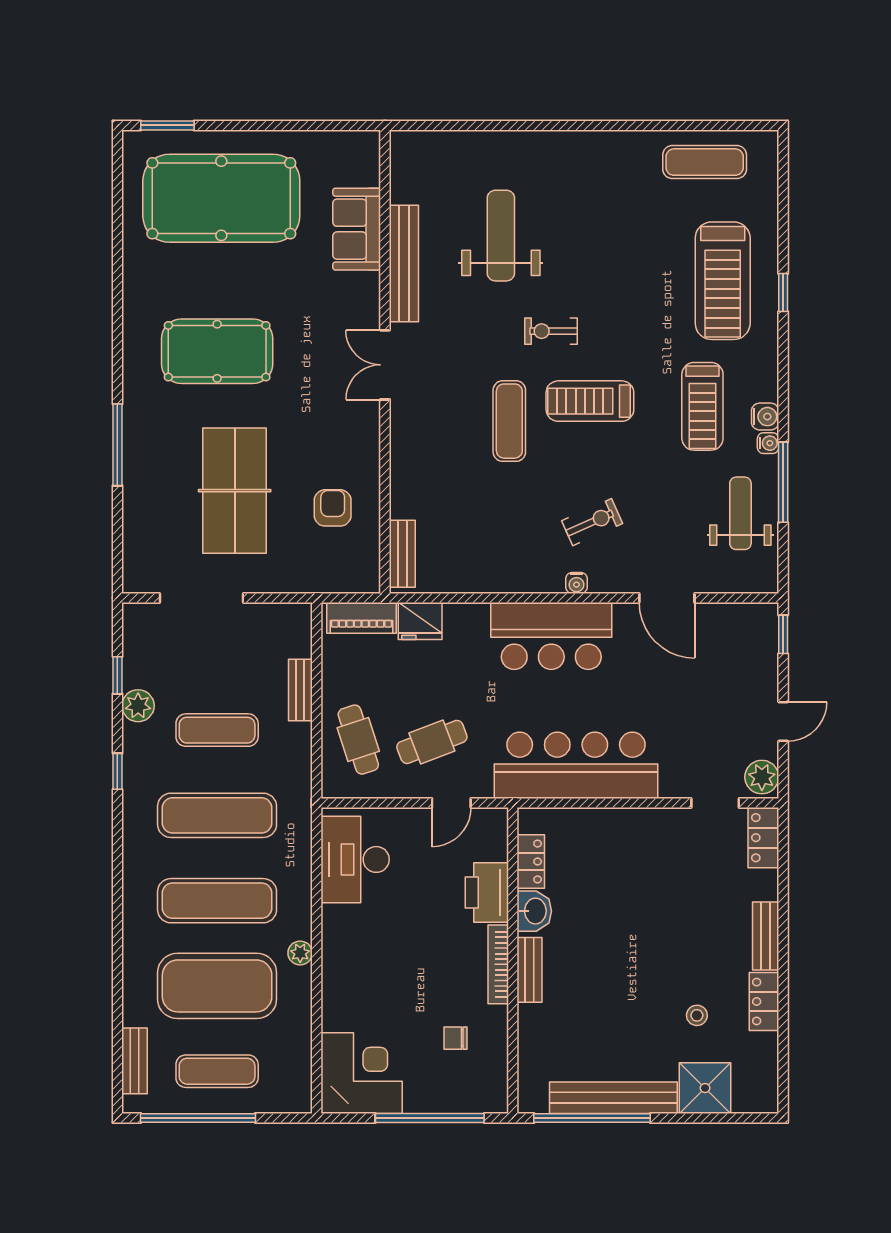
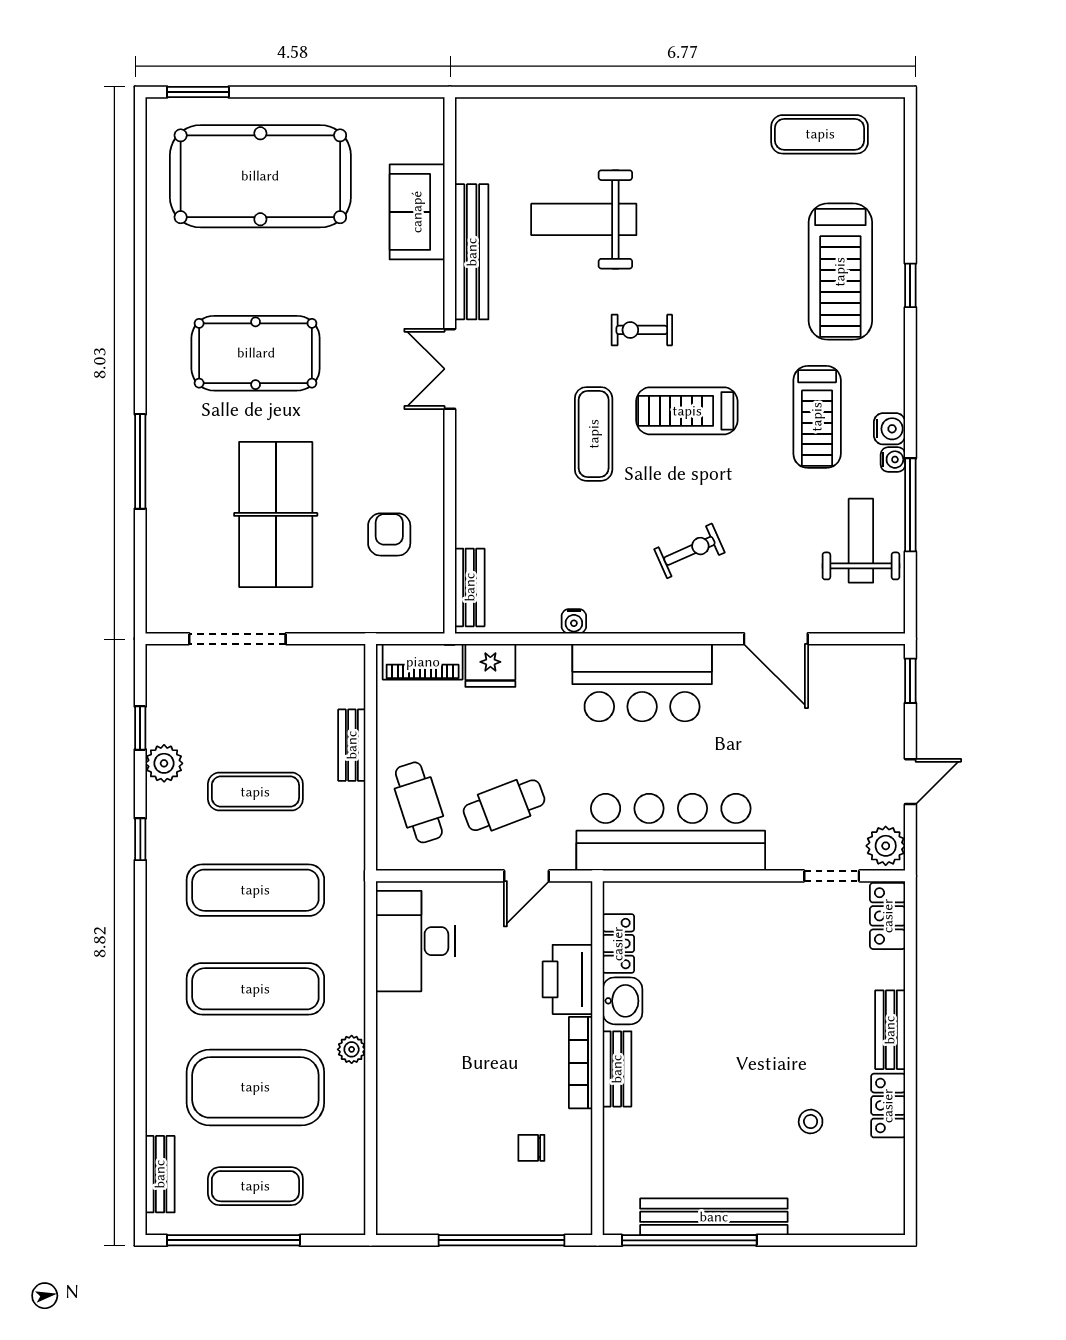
weight bench: (501, 236) -> (584, 219), turned -90
water cooler: (576, 583) -> (574, 621), moved
corner desk: (362, 1073) -> (423, 1188), removed
shower: (705, 1088) -> (820, 1206), removed

